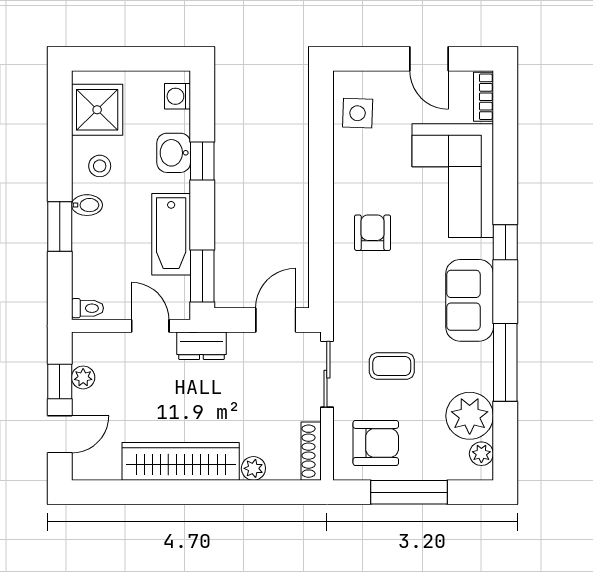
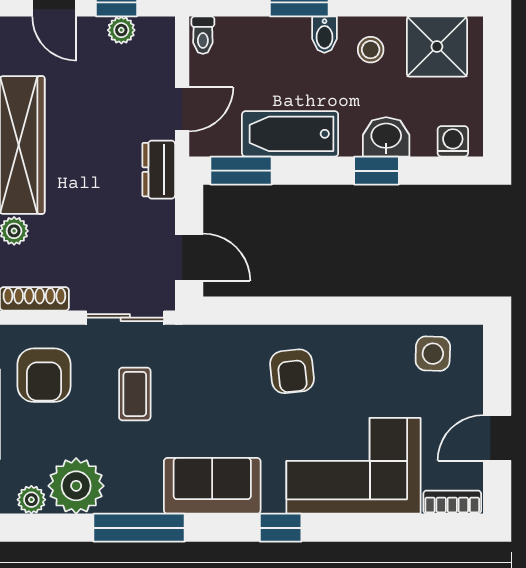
armchair: (373, 233) -> (292, 371), turned 84

